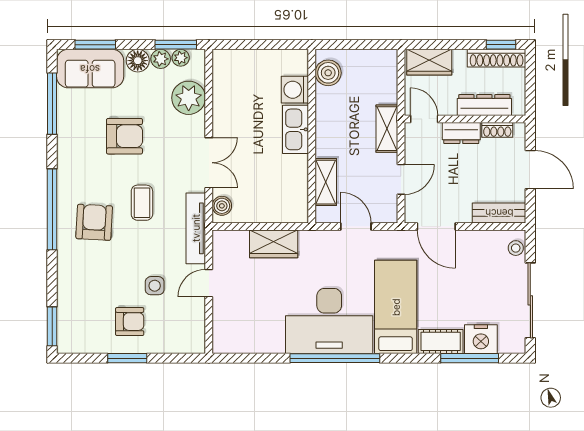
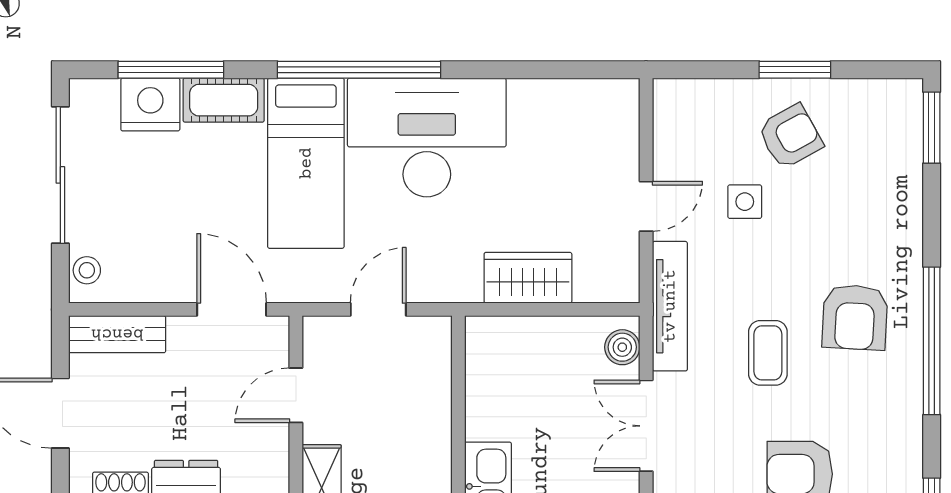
shelving: (326, 182) -> (433, 391), removed
door: (356, 227) -> (378, 309), swing flipped
armchair: (130, 322) -> (790, 136), turned 151
window: (335, 358) -> (359, 70), moved

